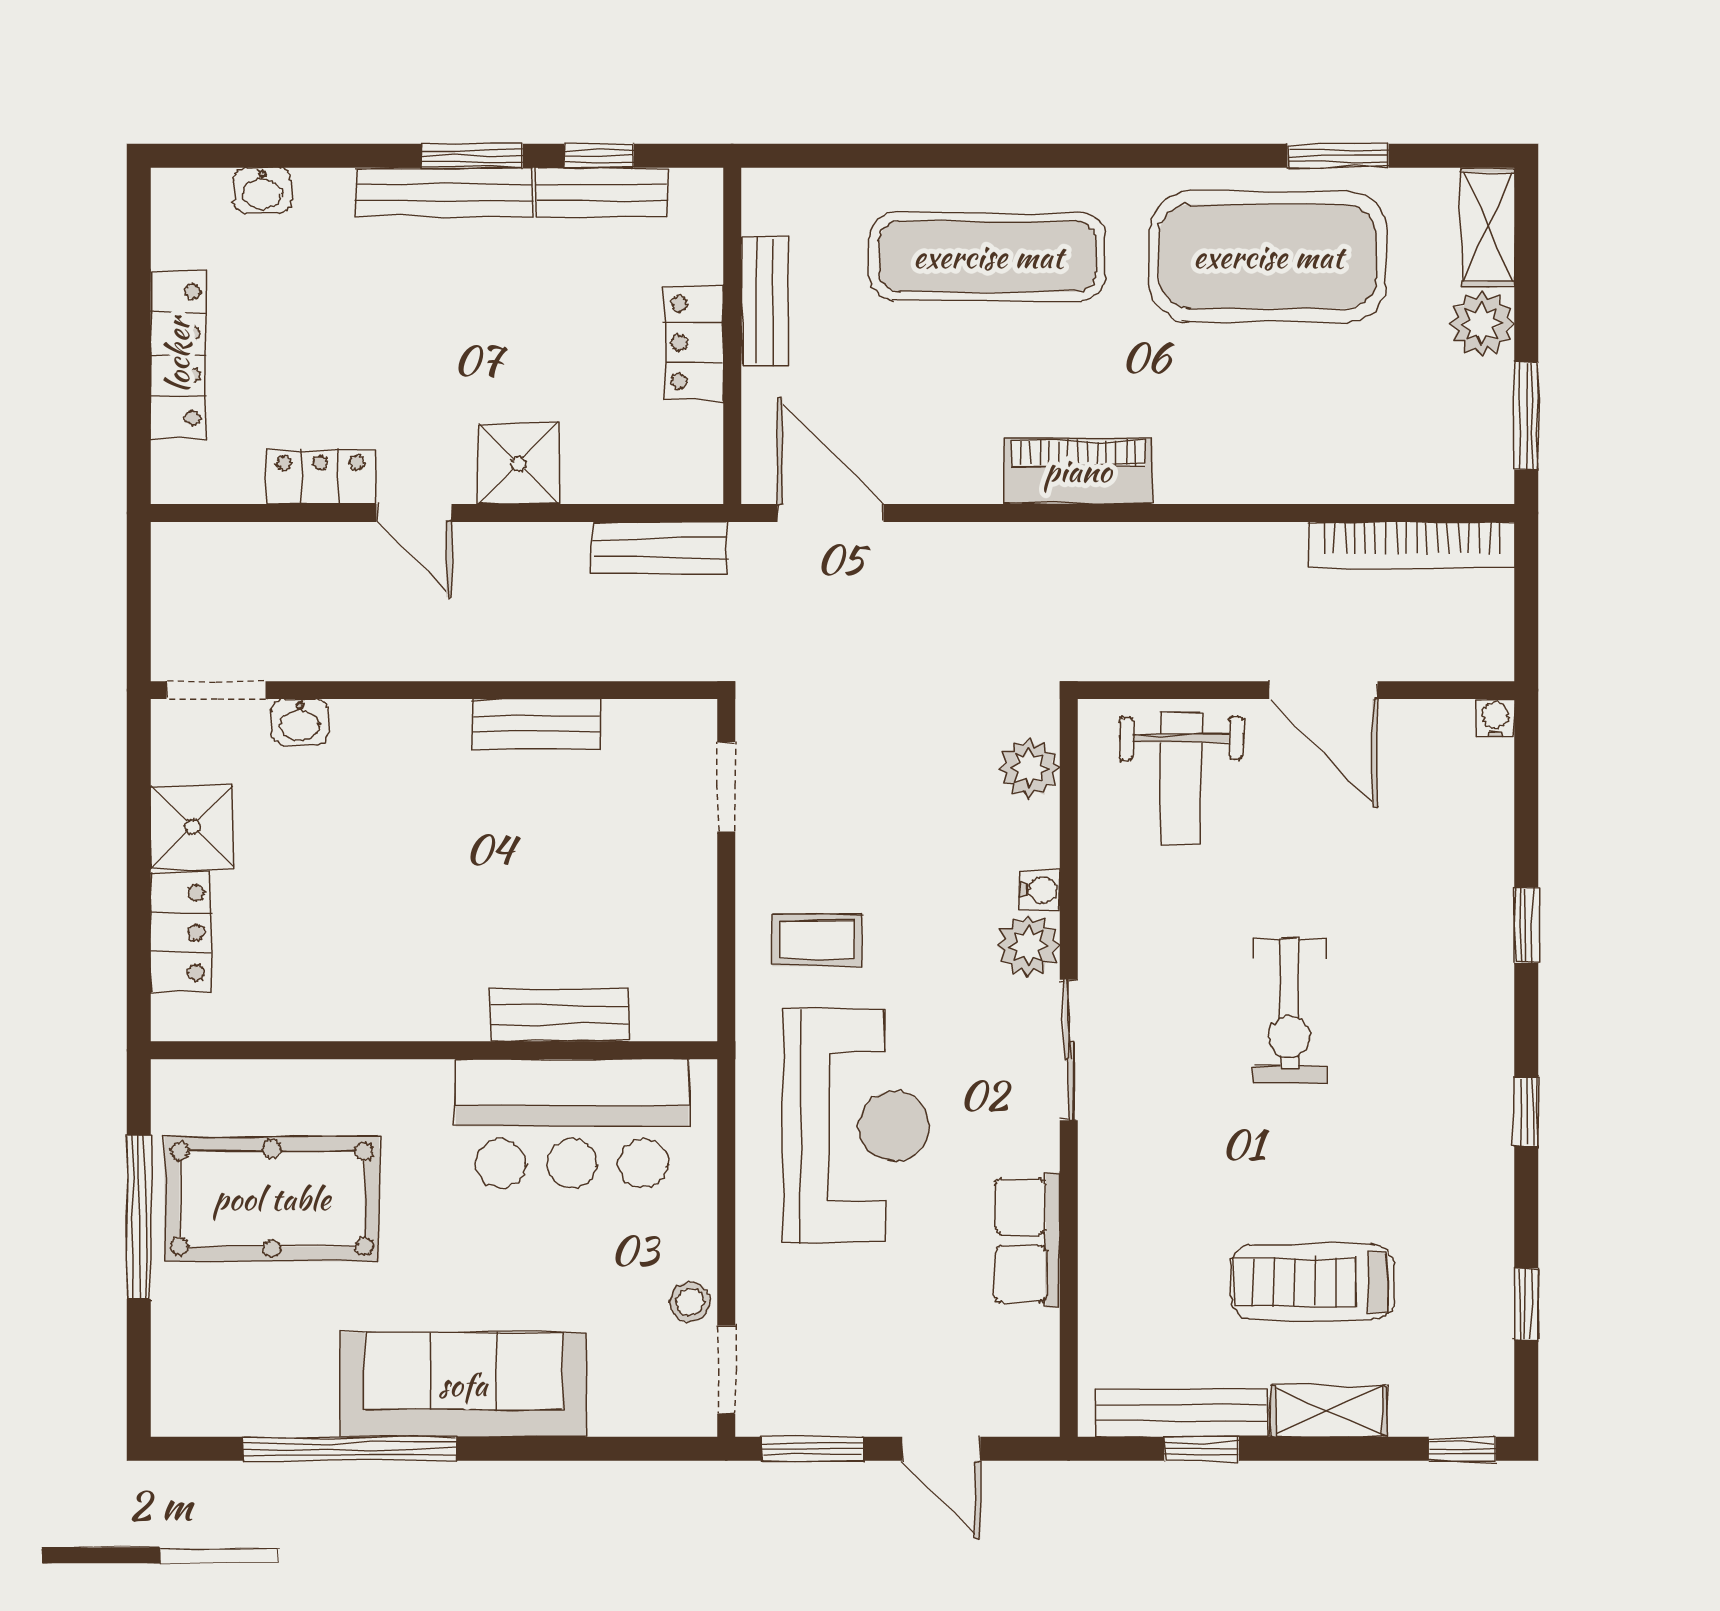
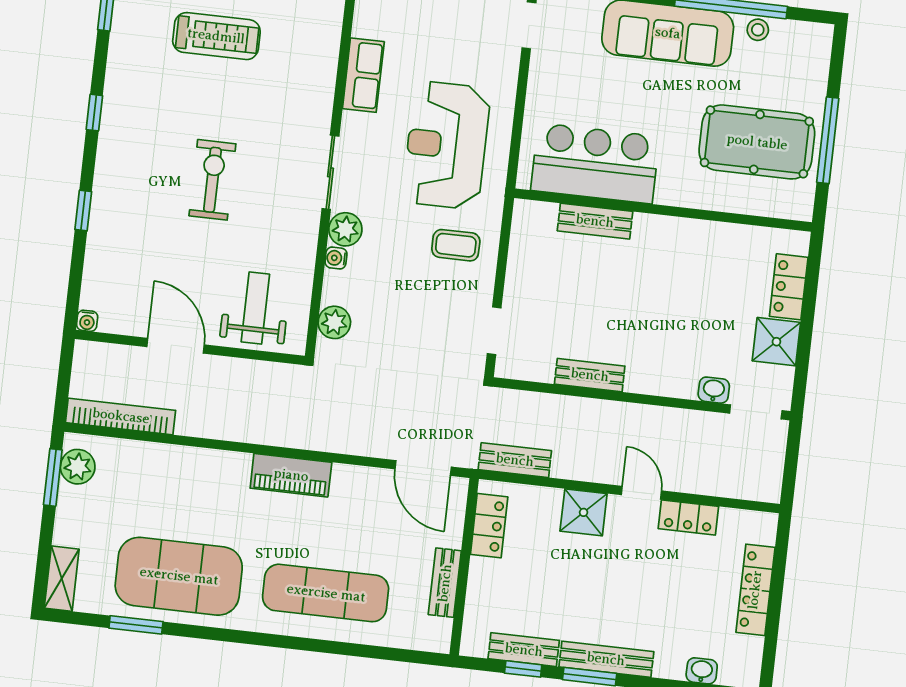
plant: (1482, 324) -> (78, 467), moved
locker: (694, 342) -> (489, 526), moved
stool: (690, 1302) -> (758, 30), moved

